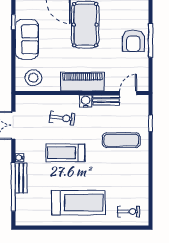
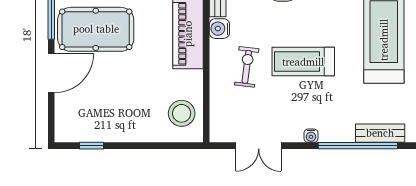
sofa: (27, 39) -> (119, 124), removed
treadmill: (65, 153) -> (303, 62), turned 90
bench: (21, 178) -> (380, 133), moved

